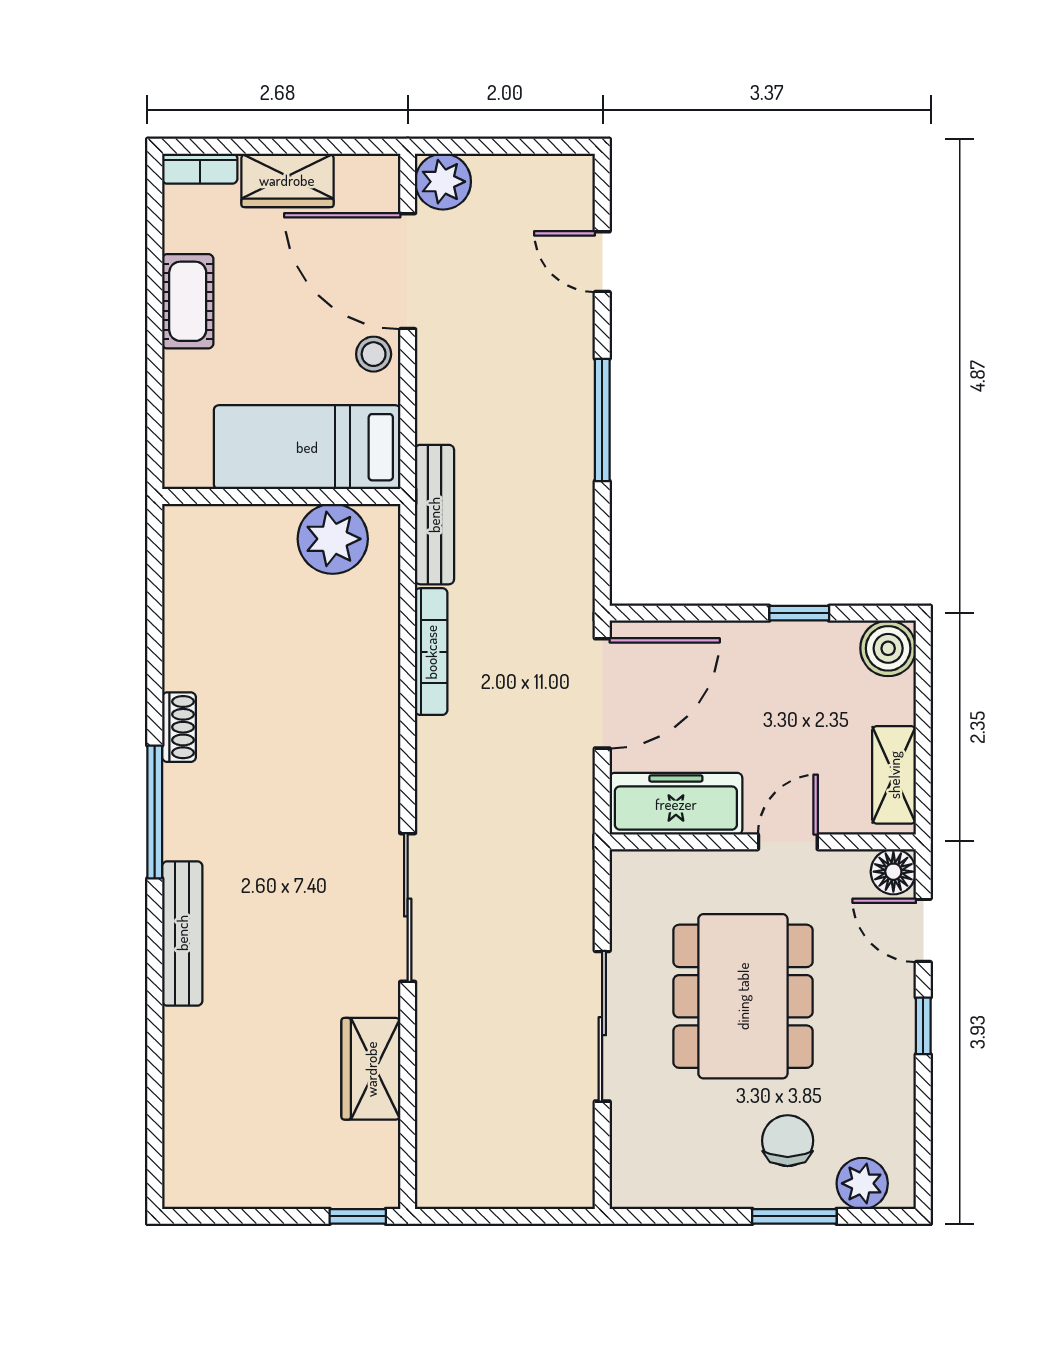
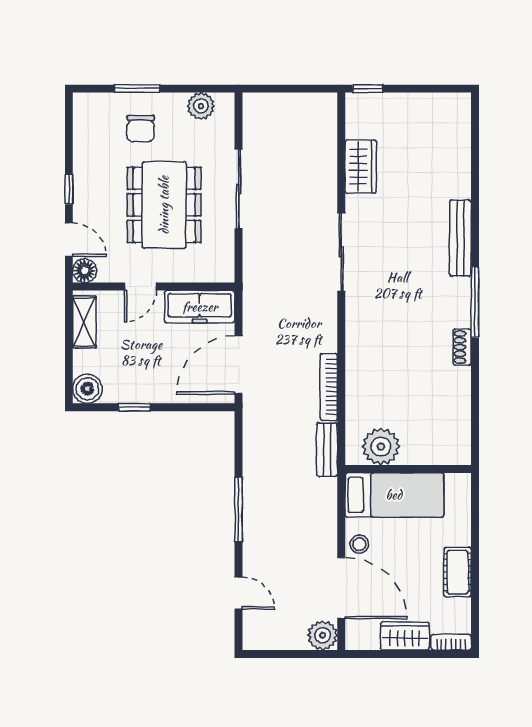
bench: (434, 515) -> (327, 450), width x0.73
plant: (862, 1183) -> (201, 106), moved

